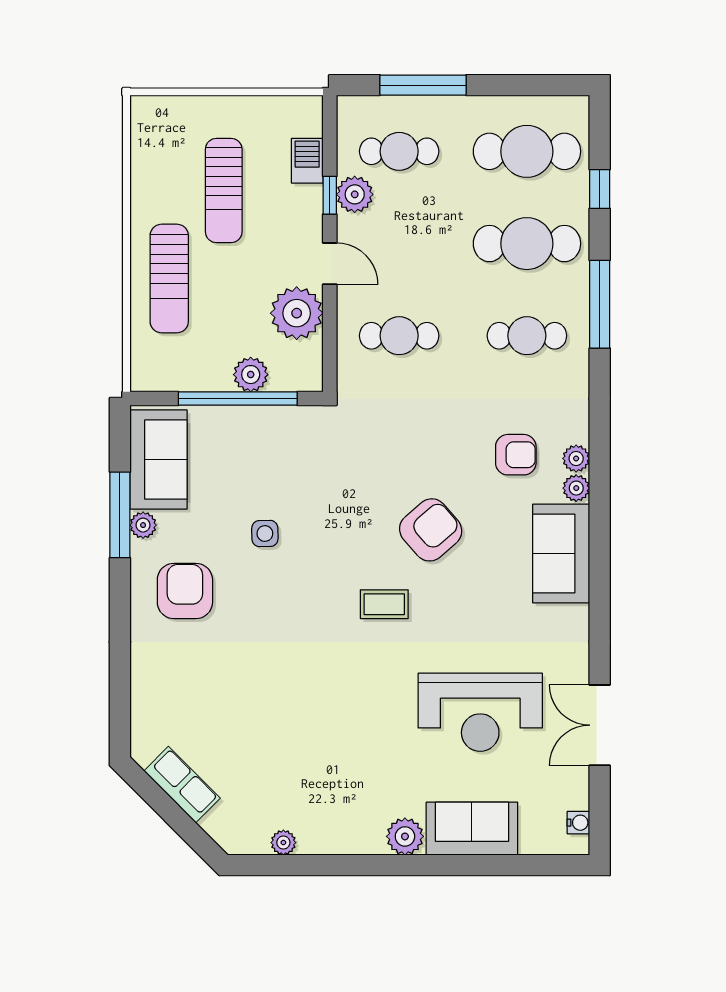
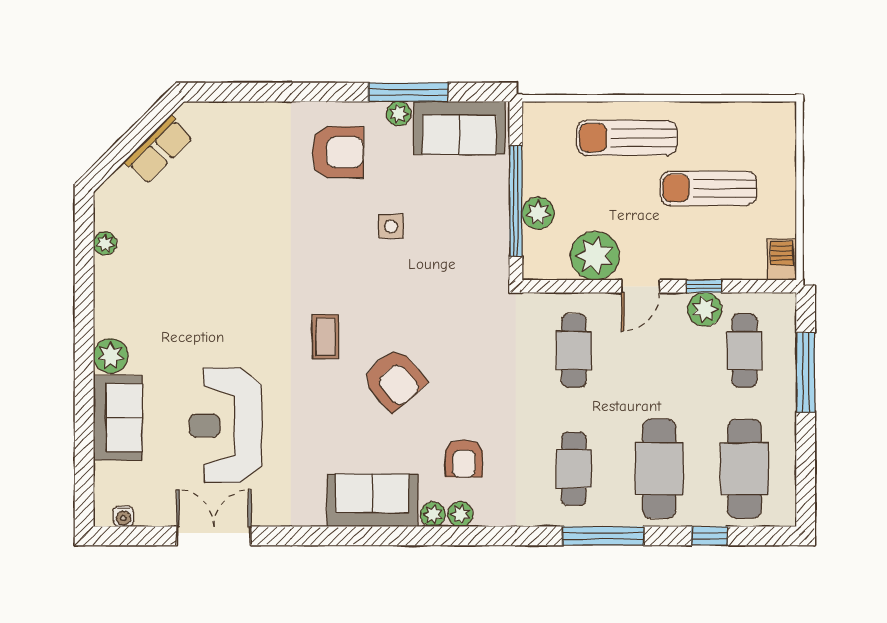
barbecue: (307, 161) -> (782, 259), moved, turned -90

